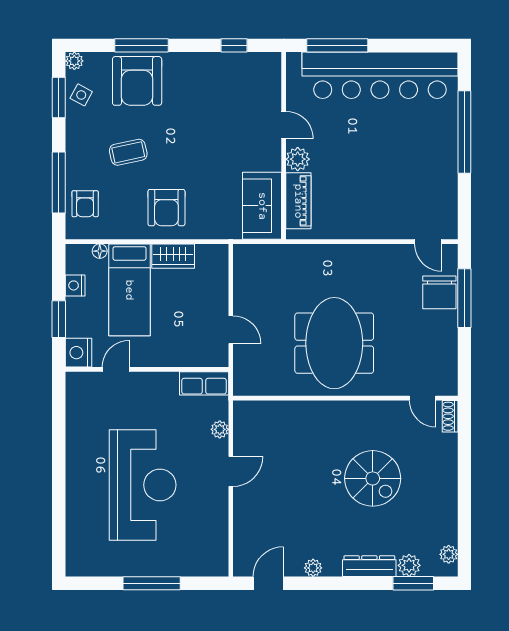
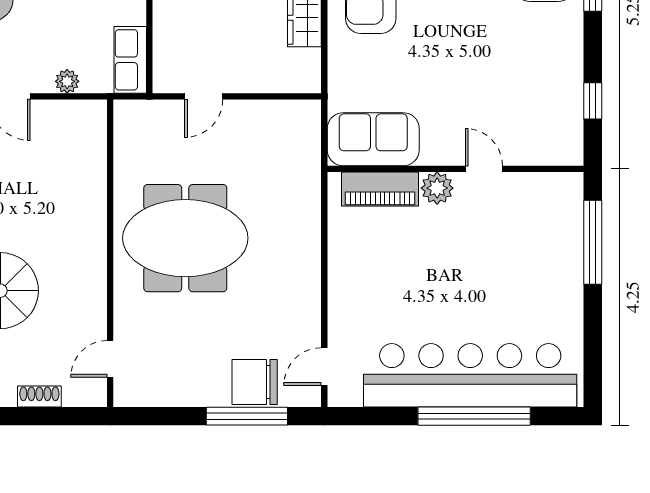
bar counter: (380, 75) -> (470, 375), moved, turned 90
door: (284, 125) -> (484, 169), swing flipped
shoe rack: (450, 416) -> (39, 397), moved

